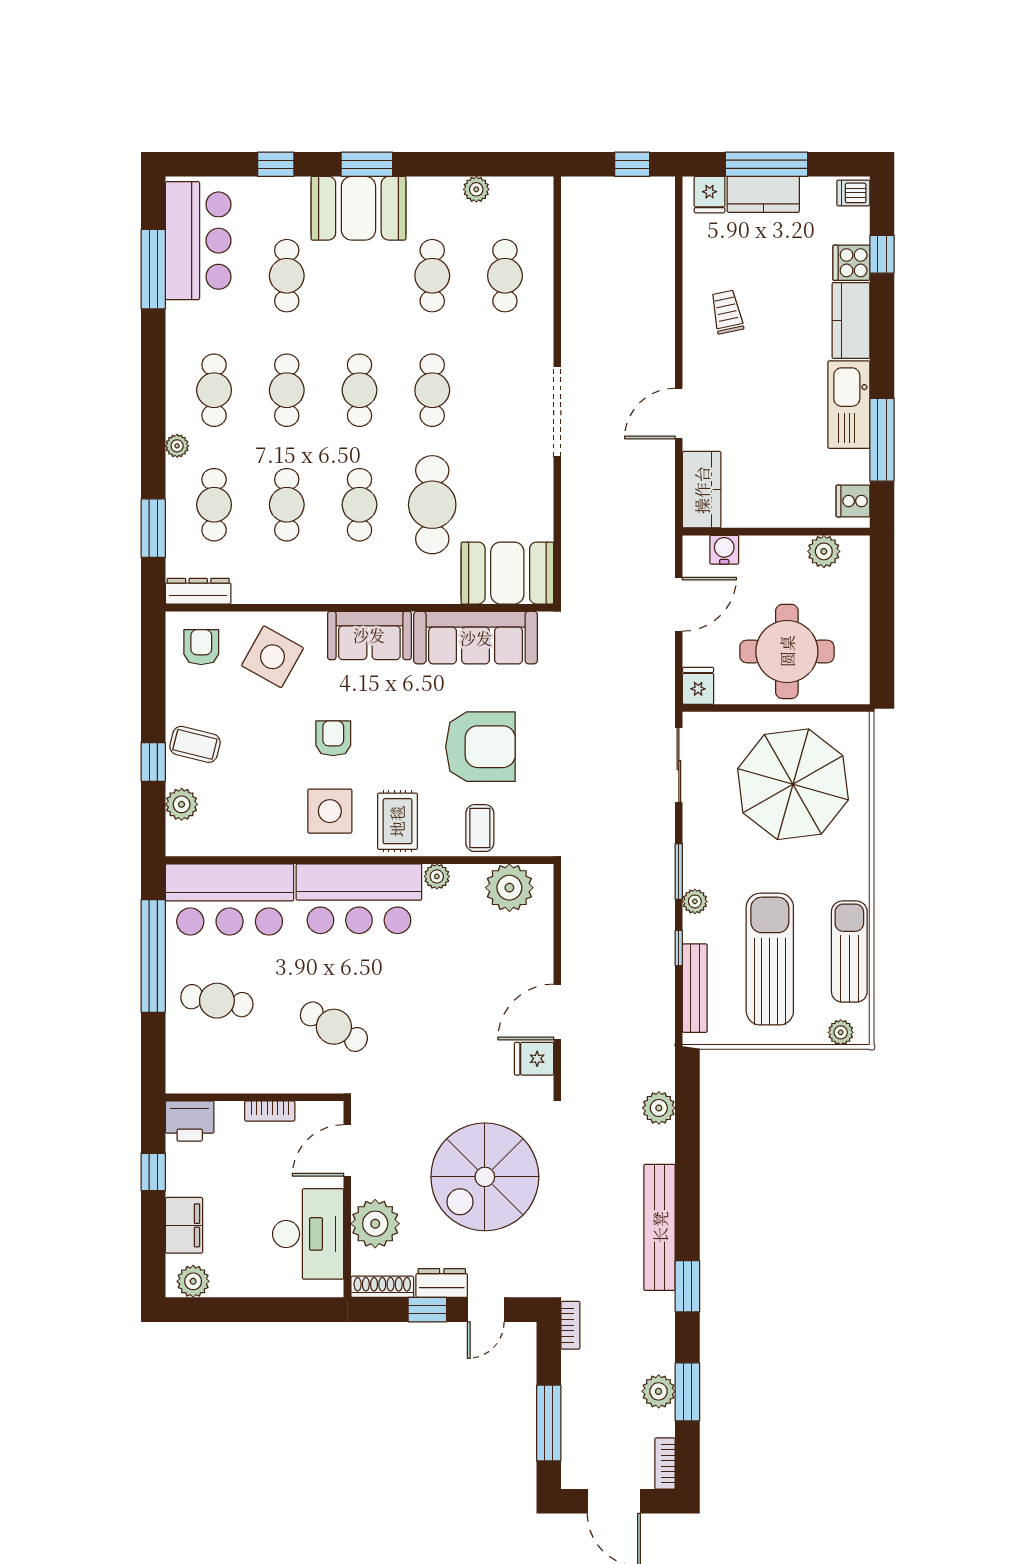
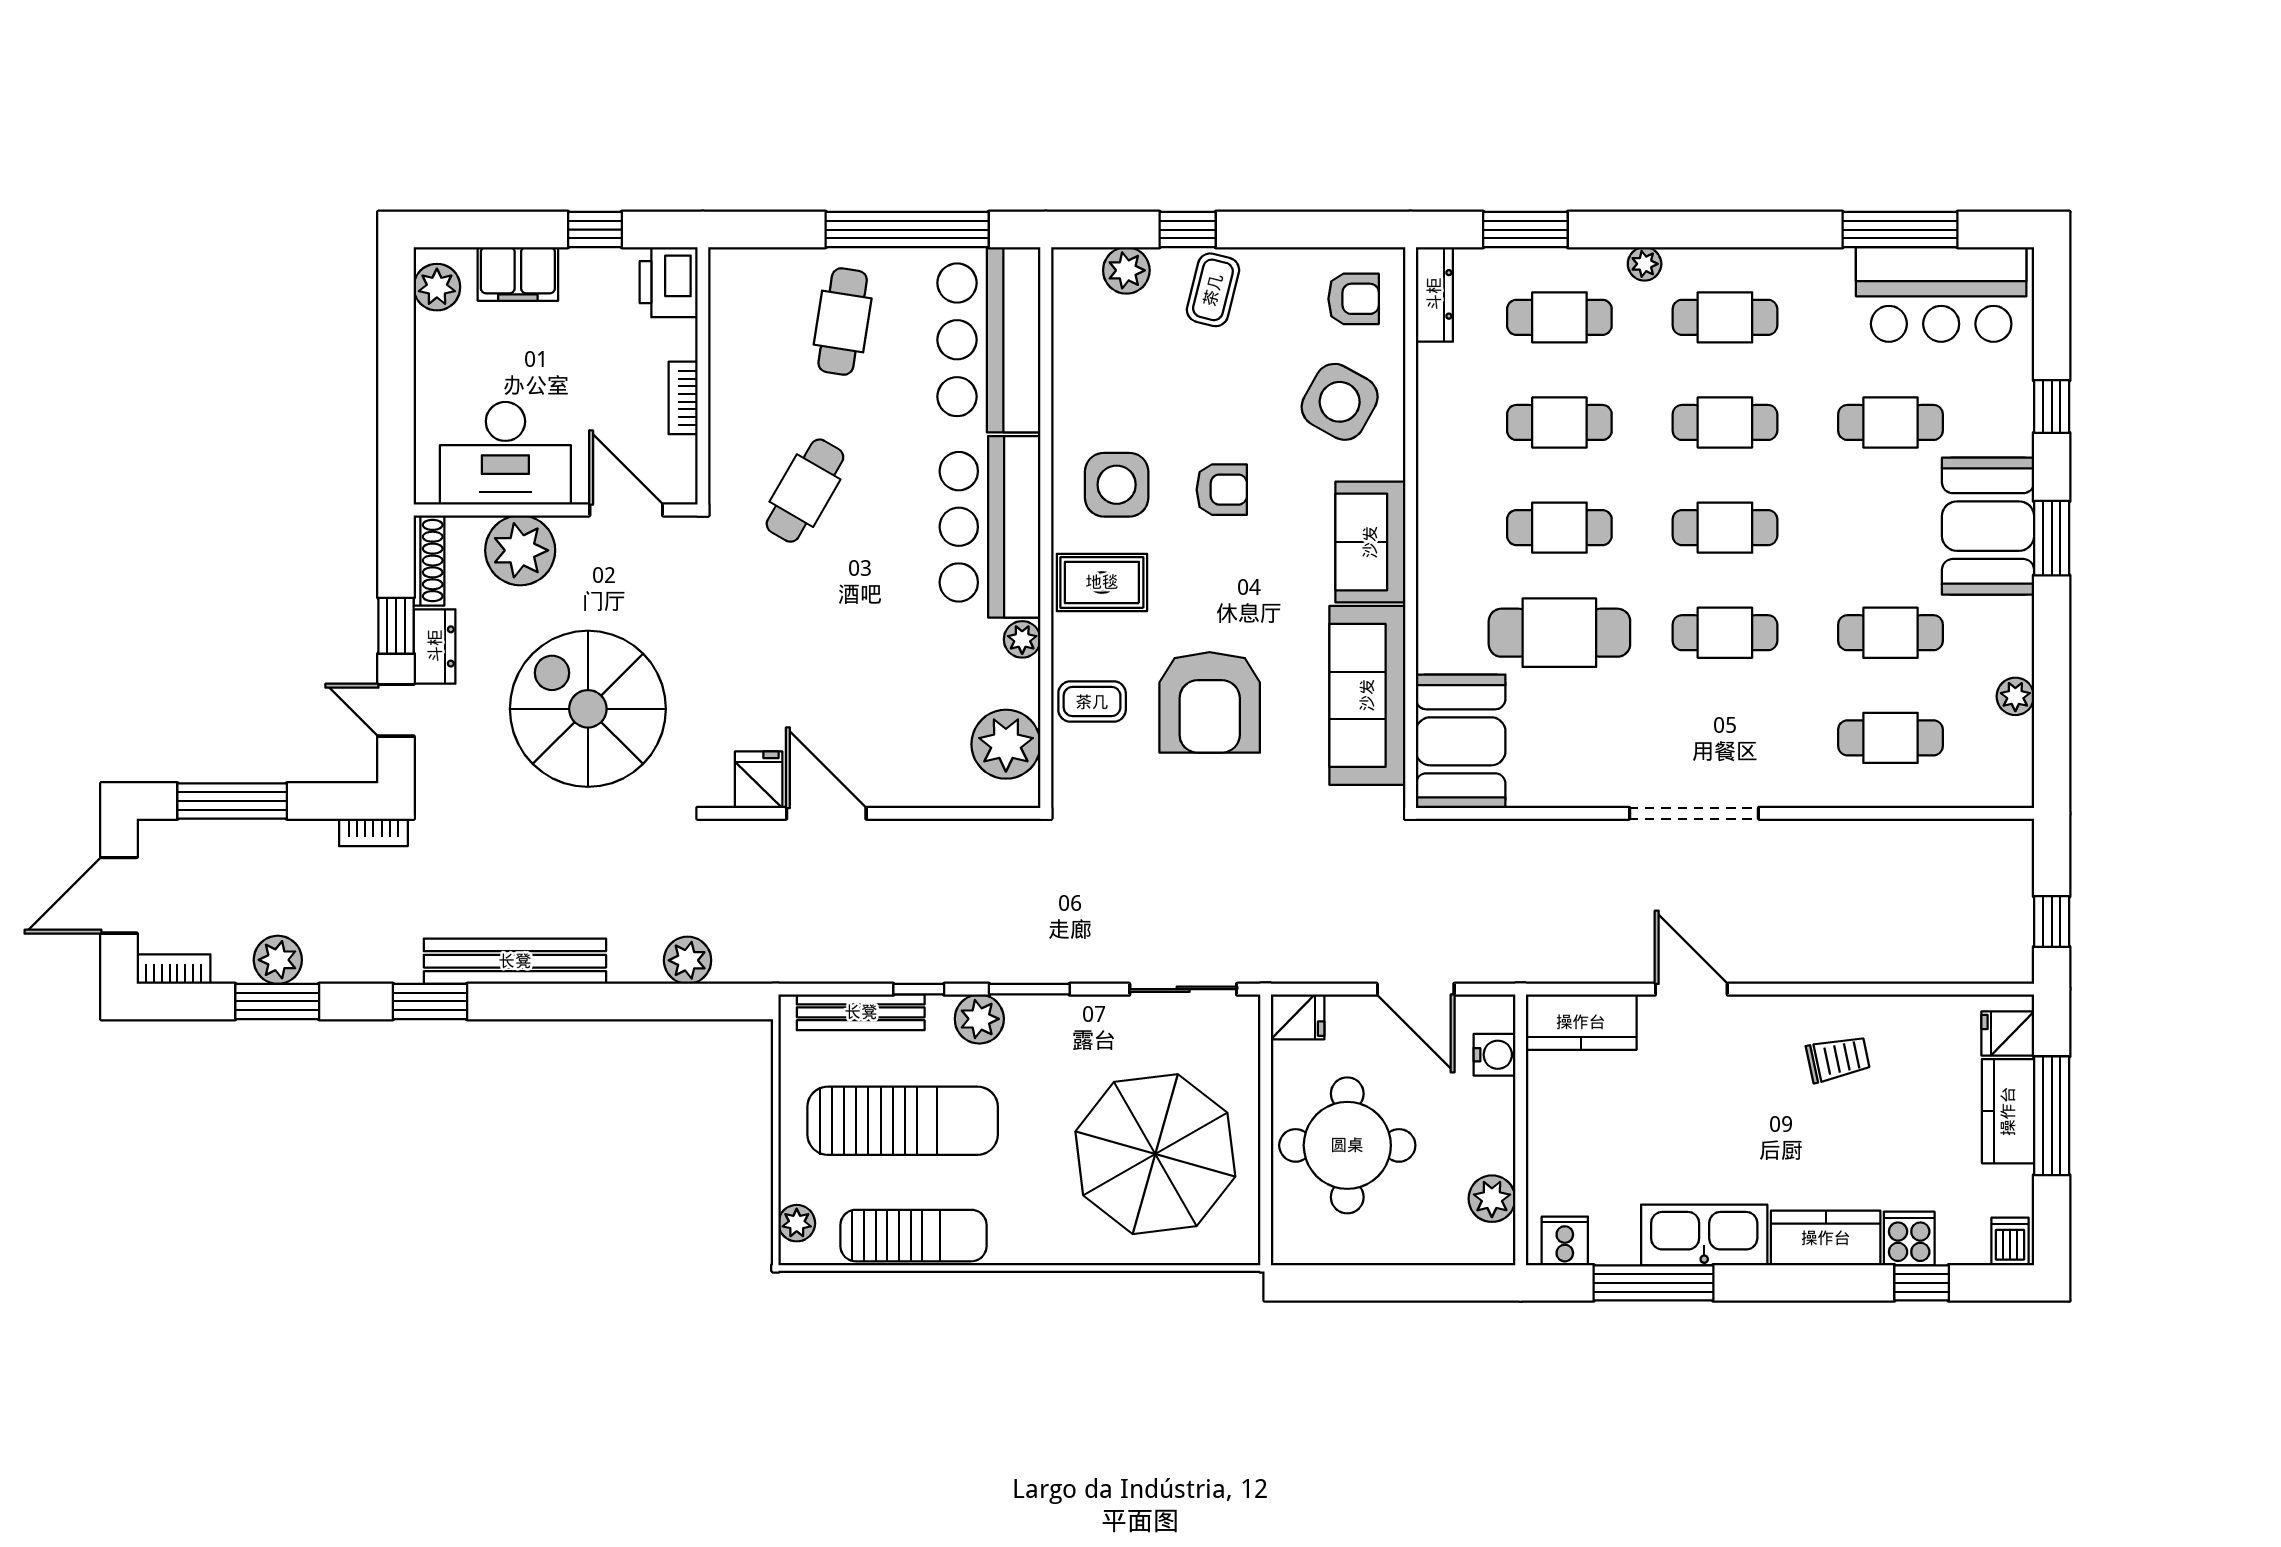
plant: (695, 901) -> (979, 1019), width x1.38, depth x1.38

